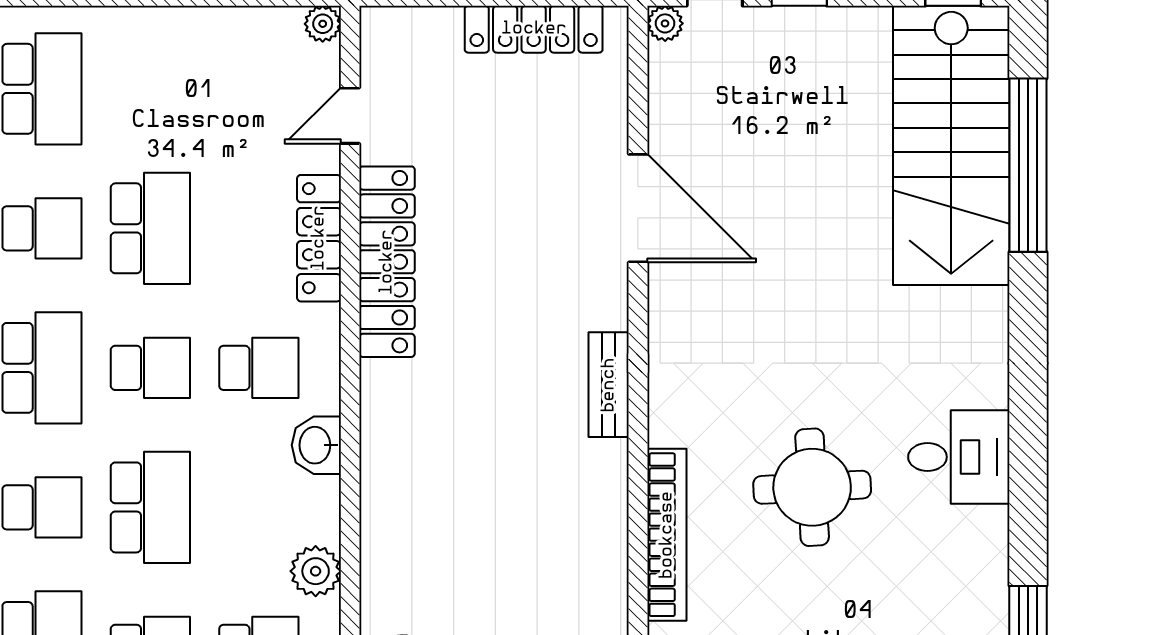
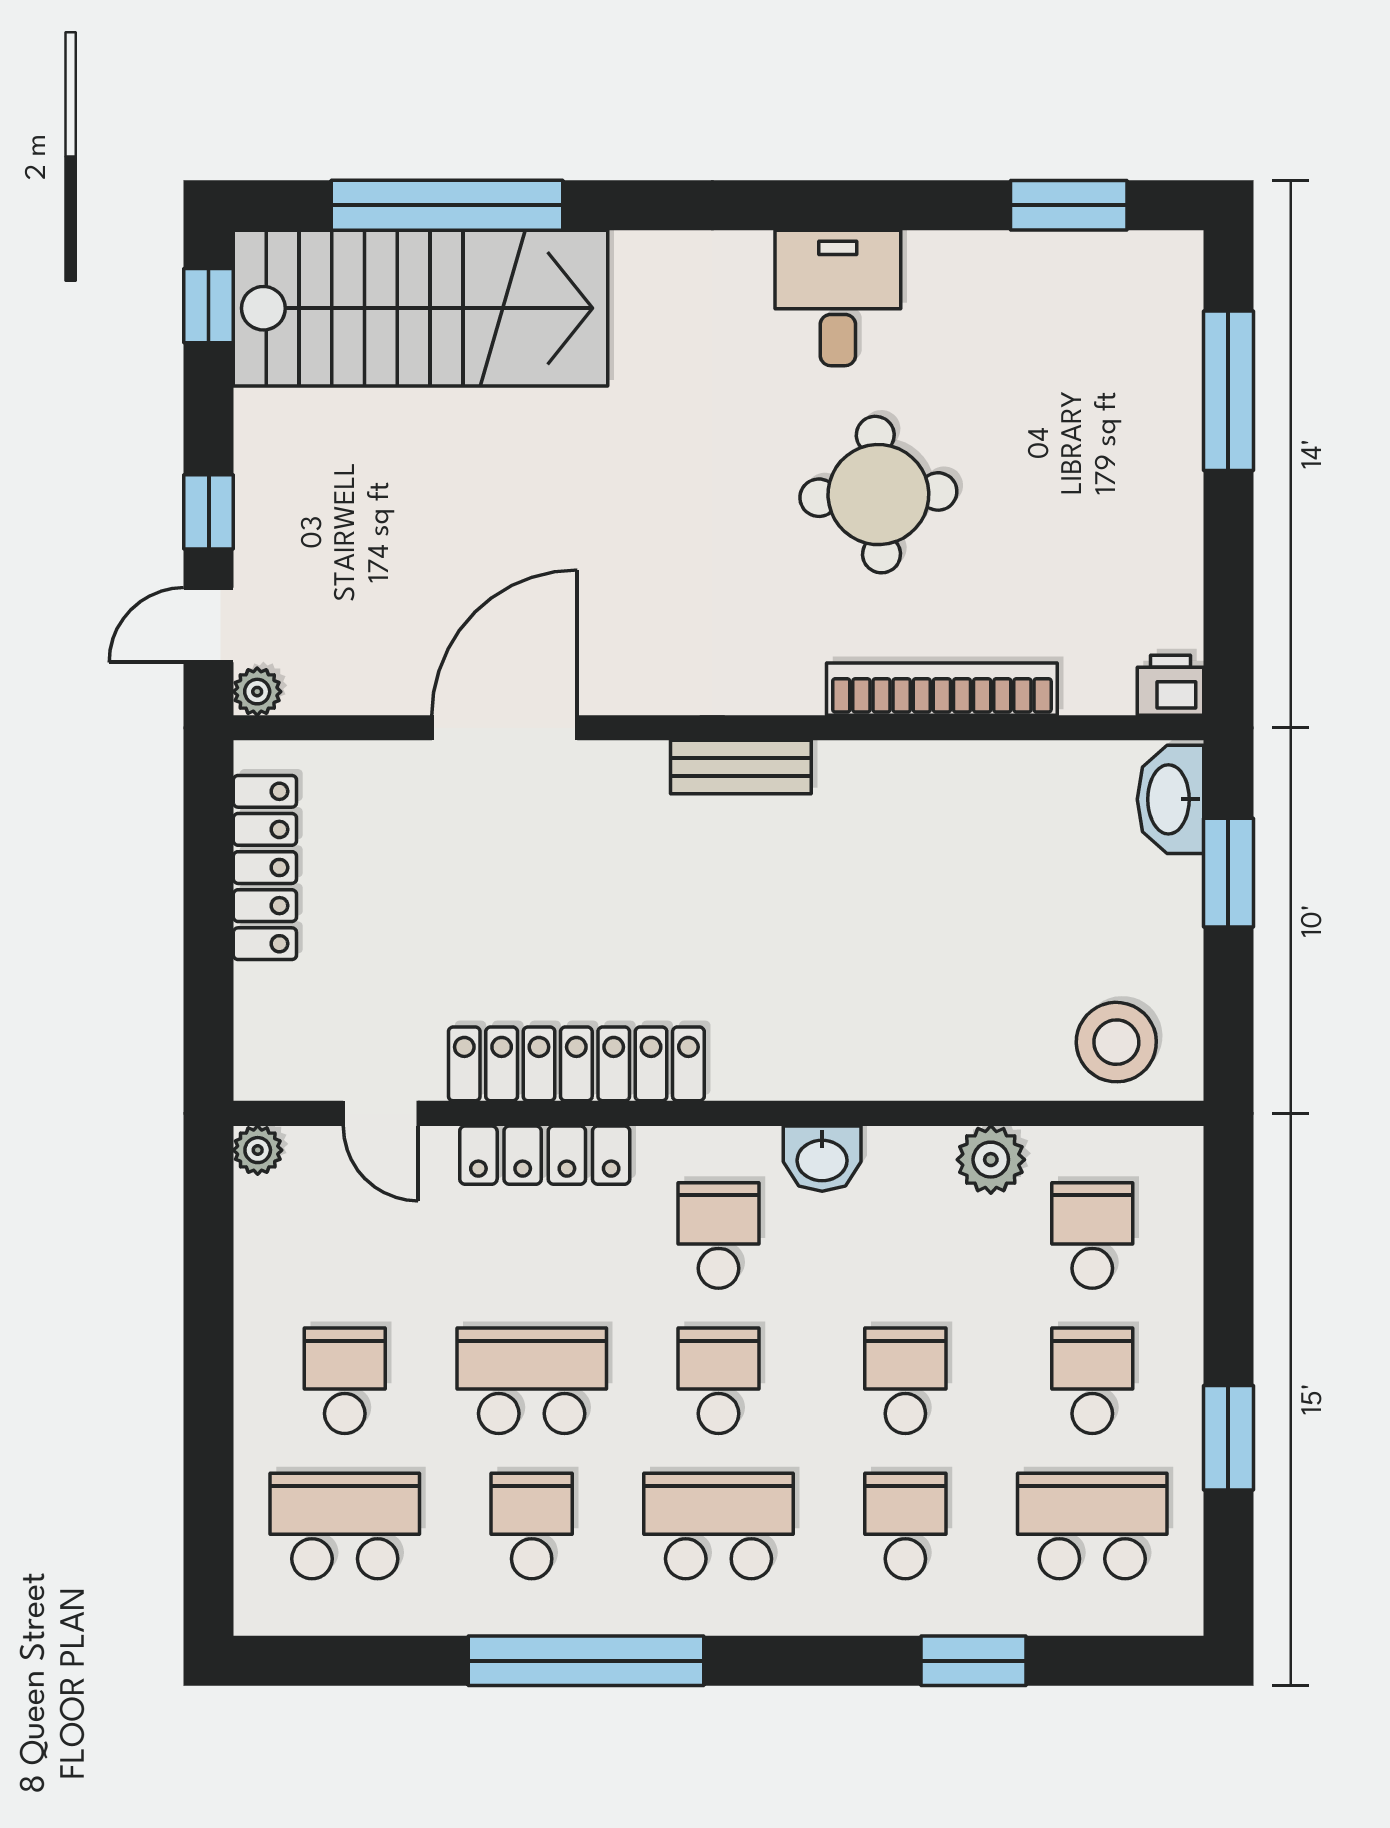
school desk: (150, 89) -> (345, 1381), added
school desk: (150, 507) -> (905, 1381), width x0.54

